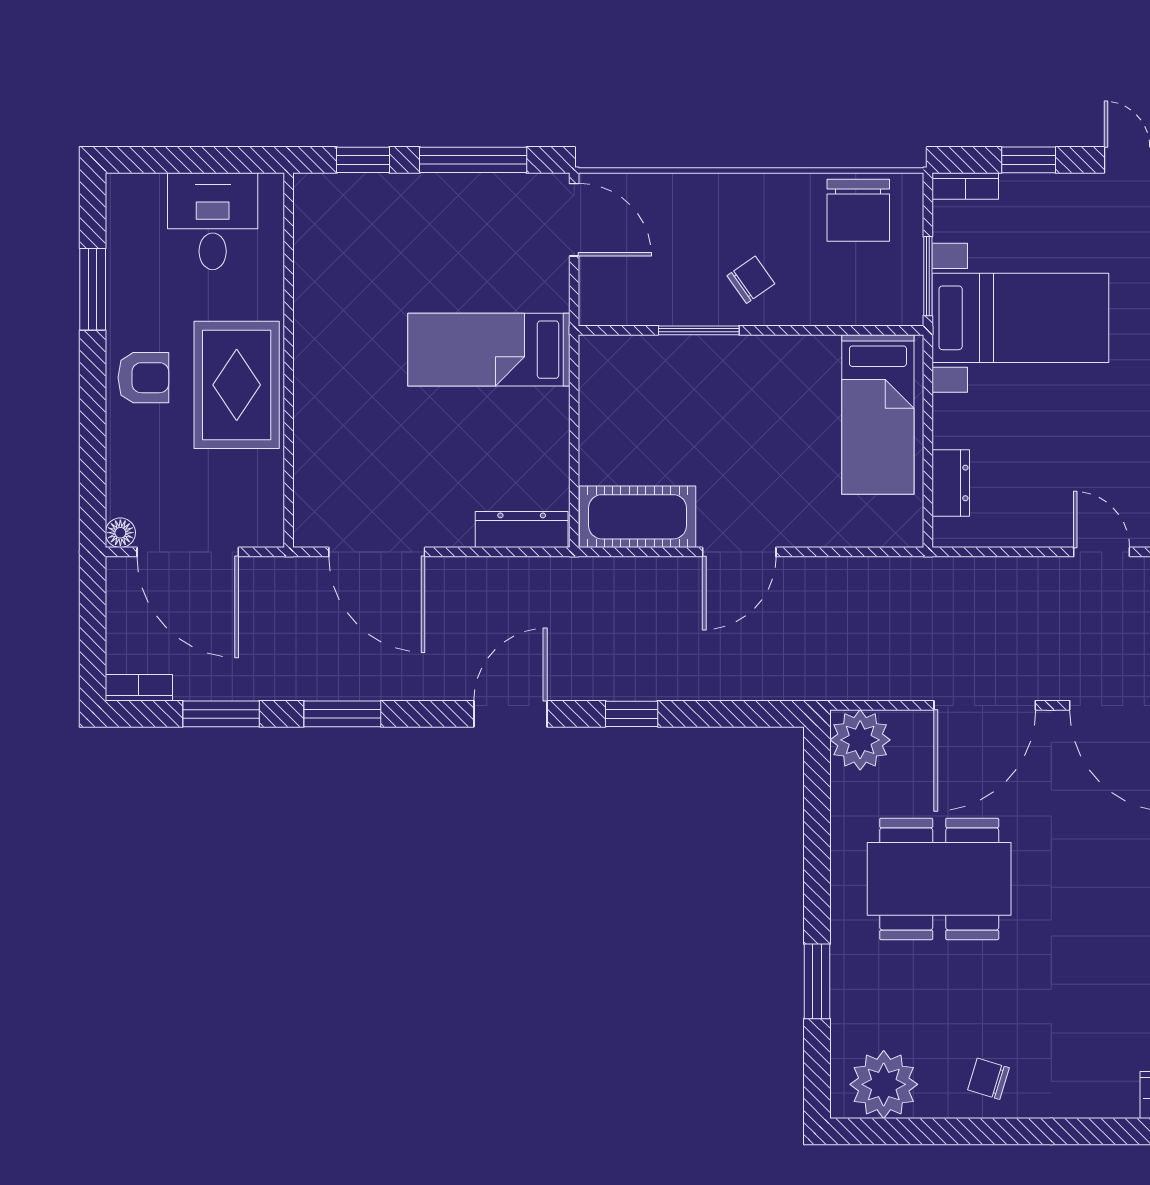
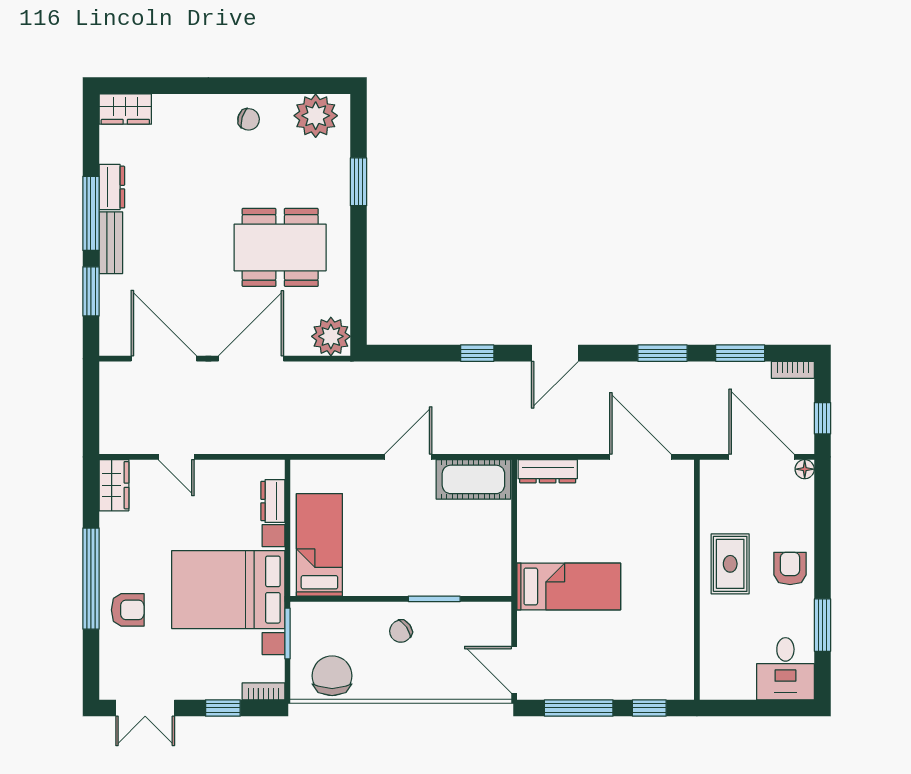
desk: (213, 221) -> (785, 669), moved
bed with nightstands: (1020, 318) -> (228, 590), width x1.36
armchair: (143, 378) -> (790, 568), turned 90
rug: (237, 385) -> (730, 564), width x0.73, depth x0.70
window: (93, 612) -> (822, 418), added

